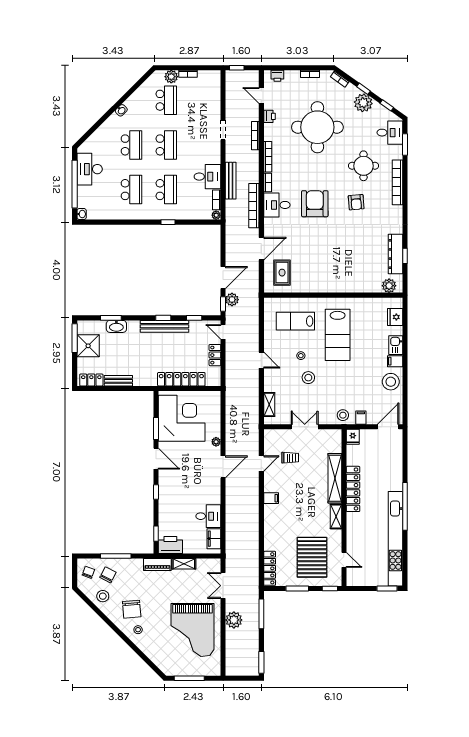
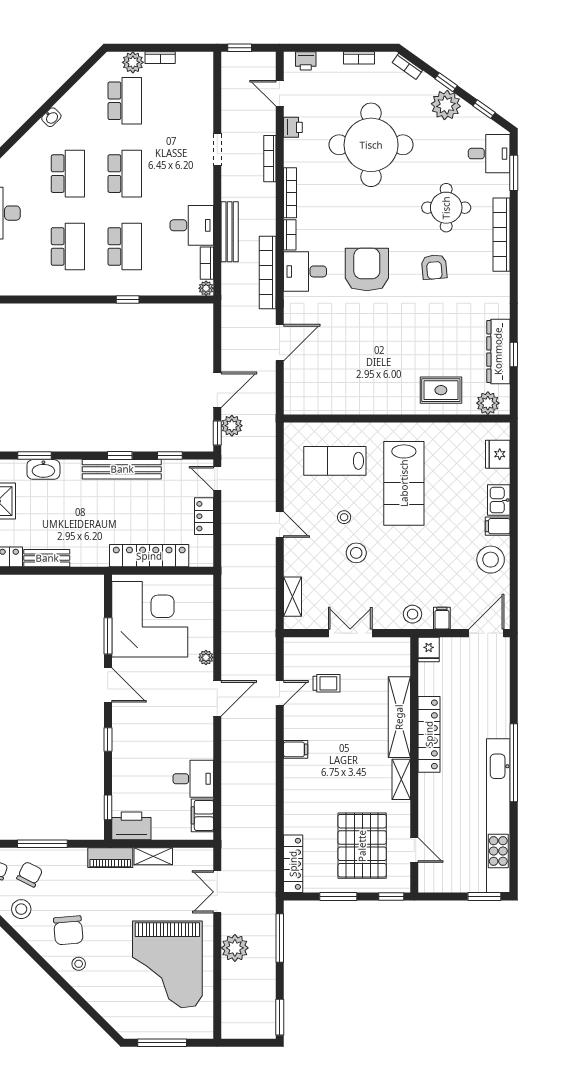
rug: (282, 273) -> (441, 390), moved, turned 90

